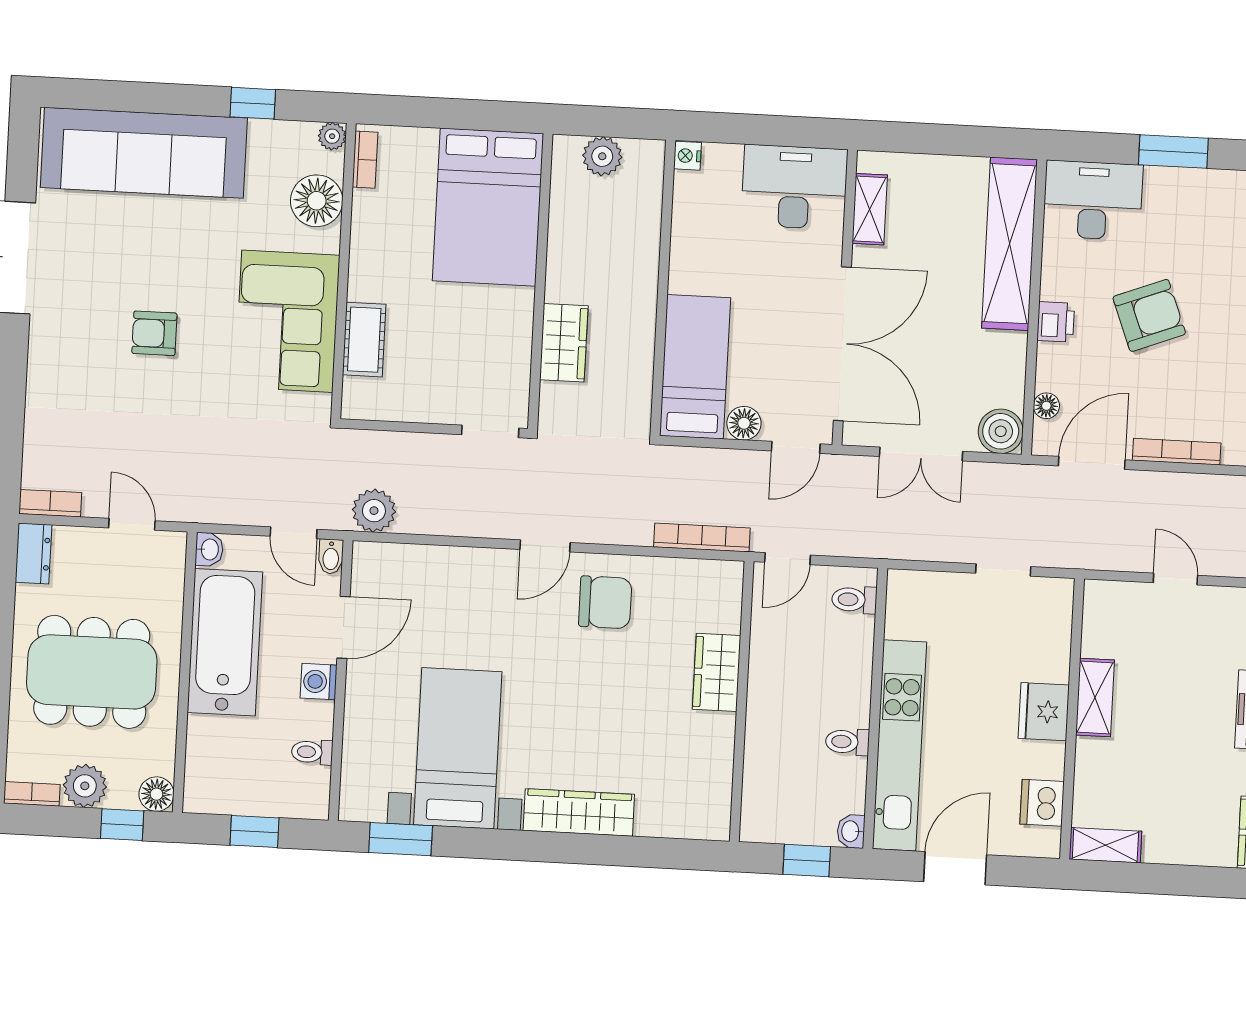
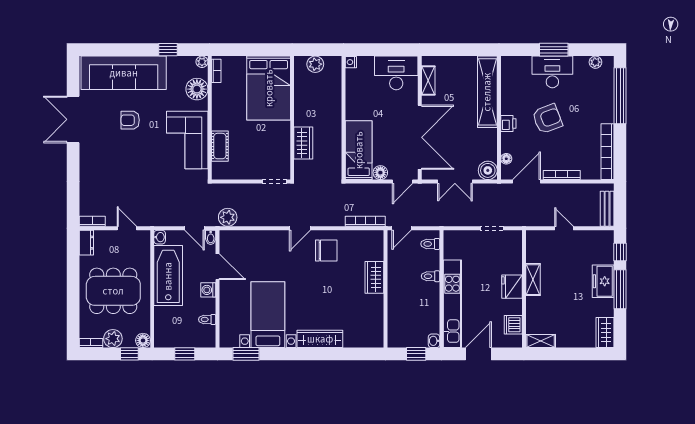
desk: (1093, 200) -> (552, 72), moved
armchair: (154, 333) -> (130, 120), moved
door: (343, 627) -> (217, 267), hinge flipped
toilet: (847, 742) -> (431, 276), moved

